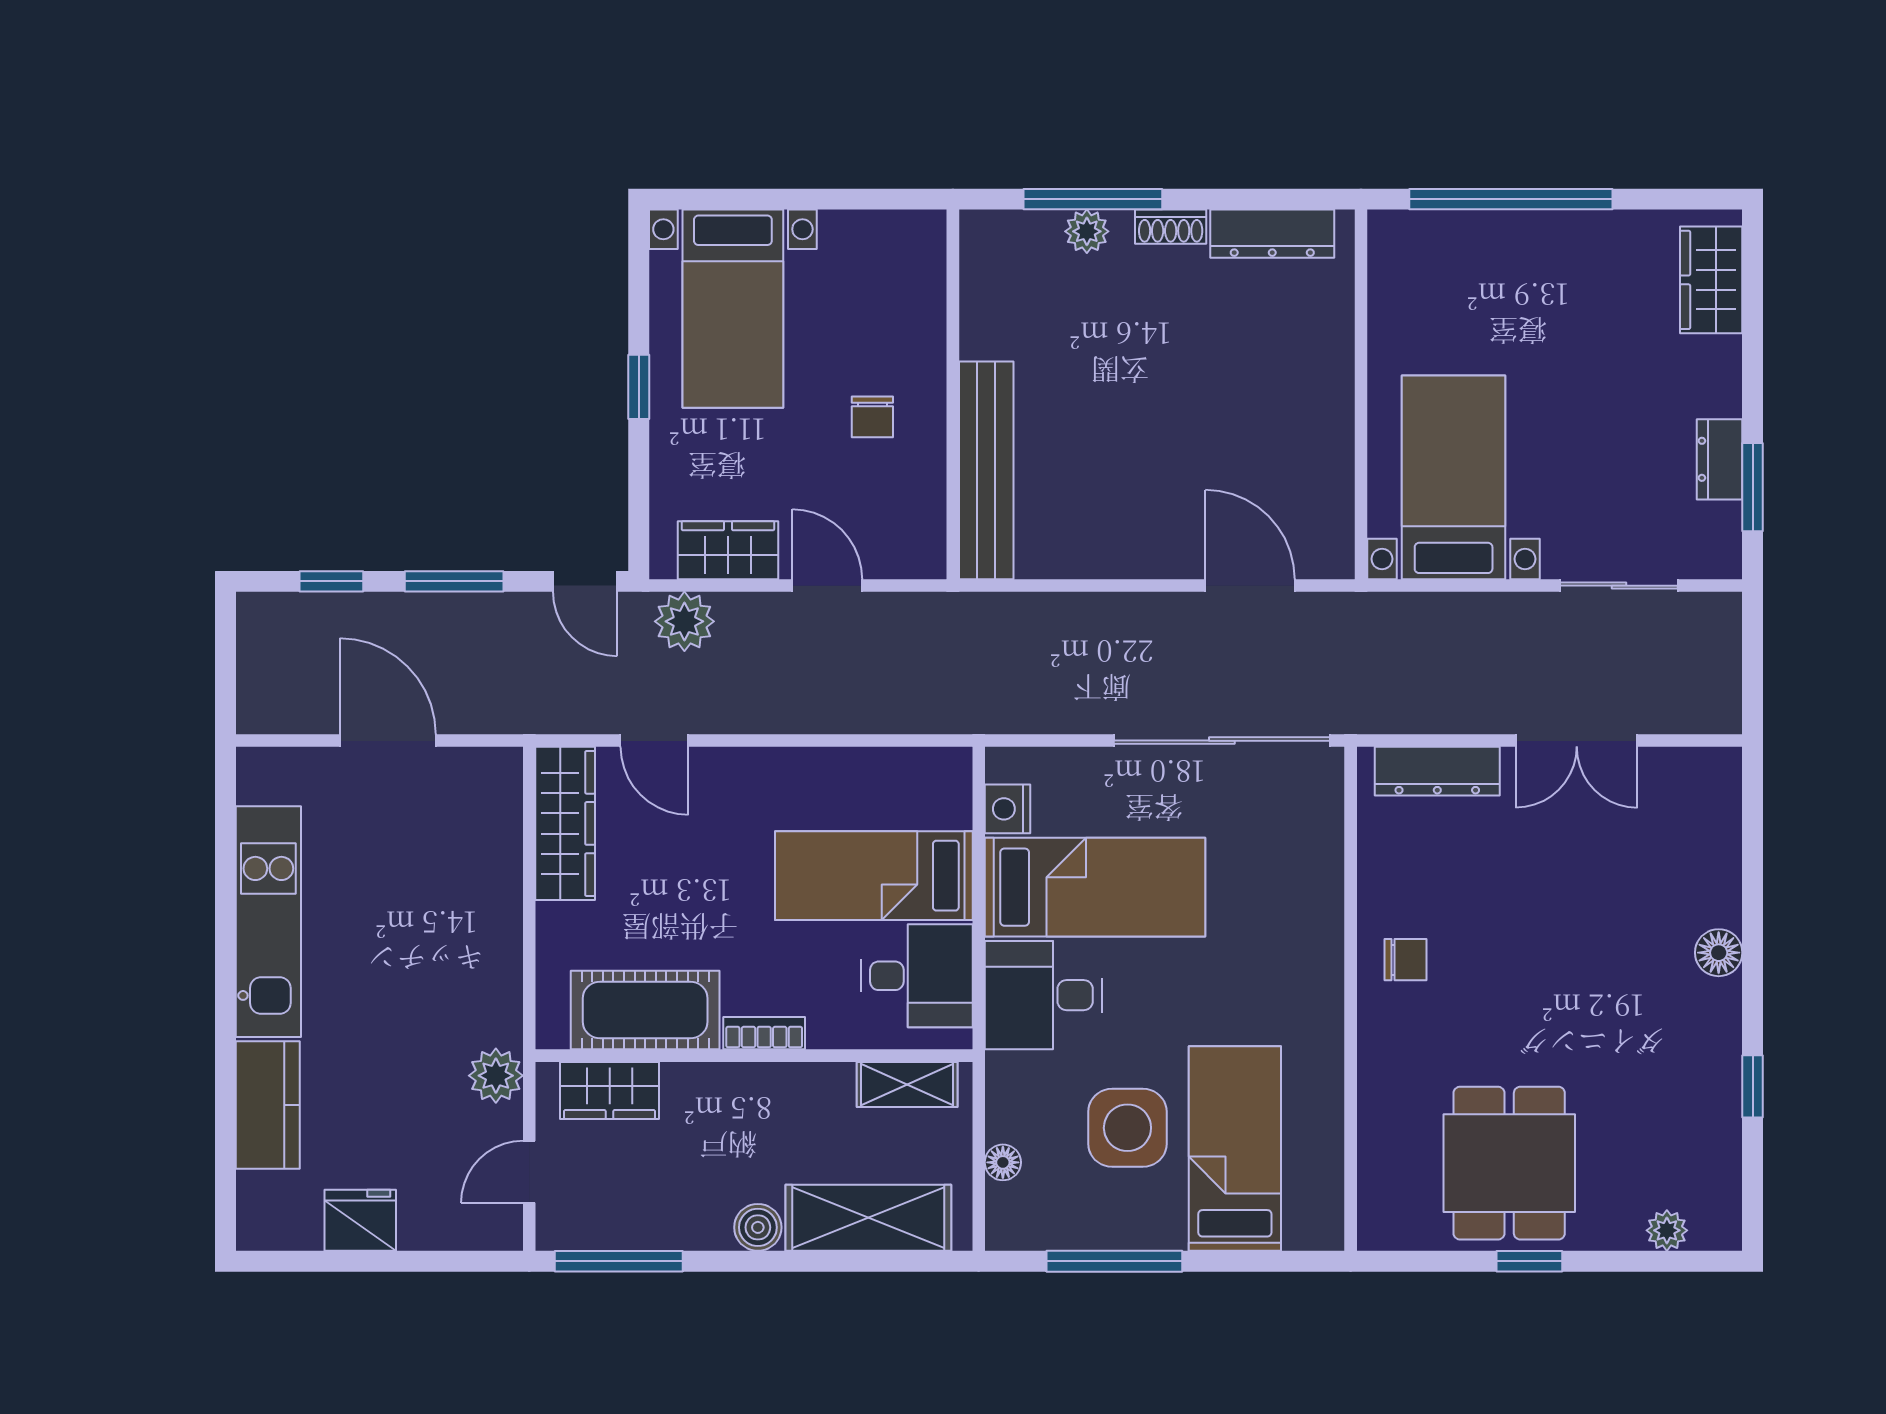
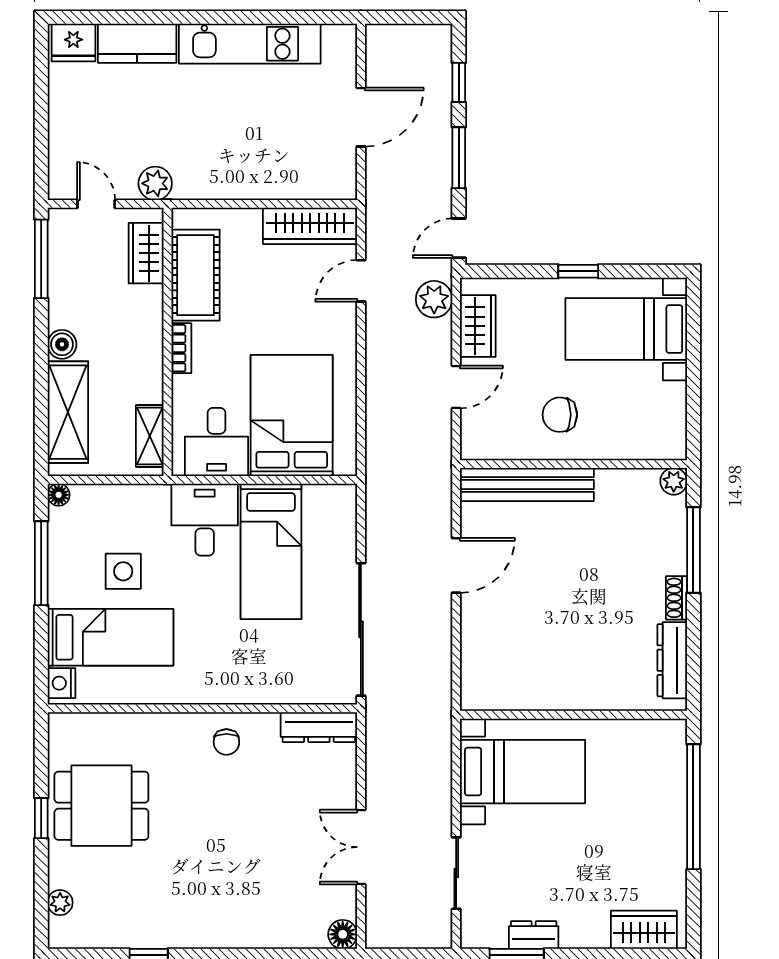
plant: (1087, 231) -> (674, 481), moved
chair: (872, 417) -> (560, 415), width x1.37, depth x1.37
door: (1250, 586) -> (456, 565), moved
dresser: (1437, 771) -> (319, 727), moved, turned -90
nightstand: (1007, 809) -> (61, 683), moved, turned -90
bed: (874, 876) -> (292, 415), width x1.50
floor lamp: (1719, 953) -> (343, 934), moved
side table: (1127, 1128) -> (123, 571), width x0.73, depth x0.73
floor lamp: (1003, 1162) -> (59, 495), moved
fridge: (360, 1220) -> (73, 43), moved, turned 90

